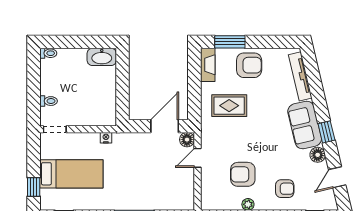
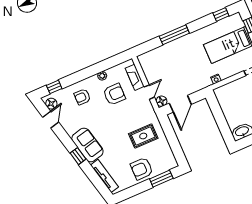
fireplace: (208, 65) -> (135, 77), moved
window: (326, 132) -> (78, 156), moved
floor lamp: (318, 155) -> (51, 104), moved

